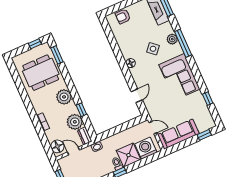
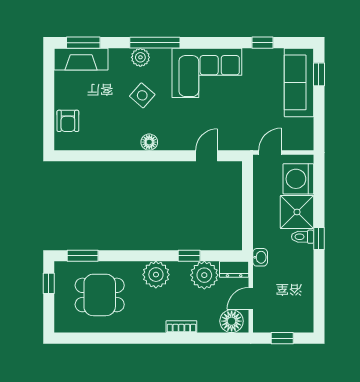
dining table: (41, 73) -> (100, 295), width x0.73
door: (137, 96) -> (207, 156), hinge flipped
sofa: (178, 134) -> (299, 82), moved

